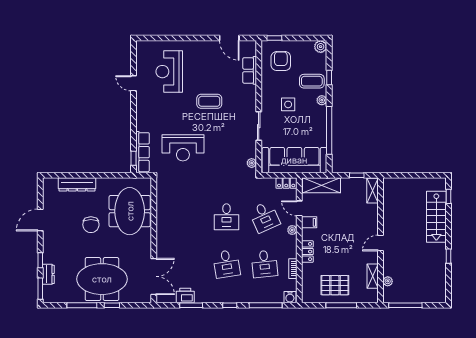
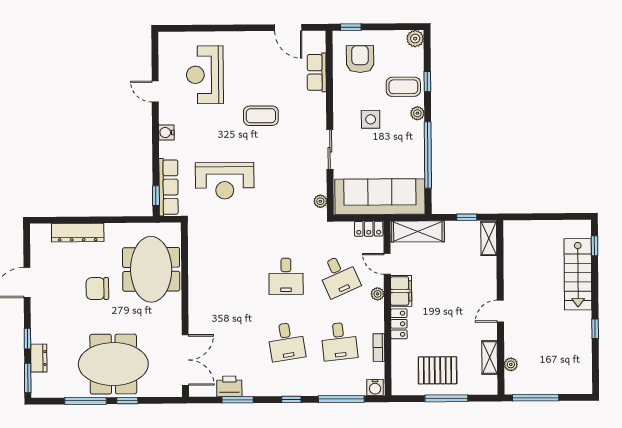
water cooler: (141, 113) -> (166, 132), added
filing cabinet: (309, 222) -> (401, 291), width x2.00
chair: (91, 225) -> (97, 289), turned 90

